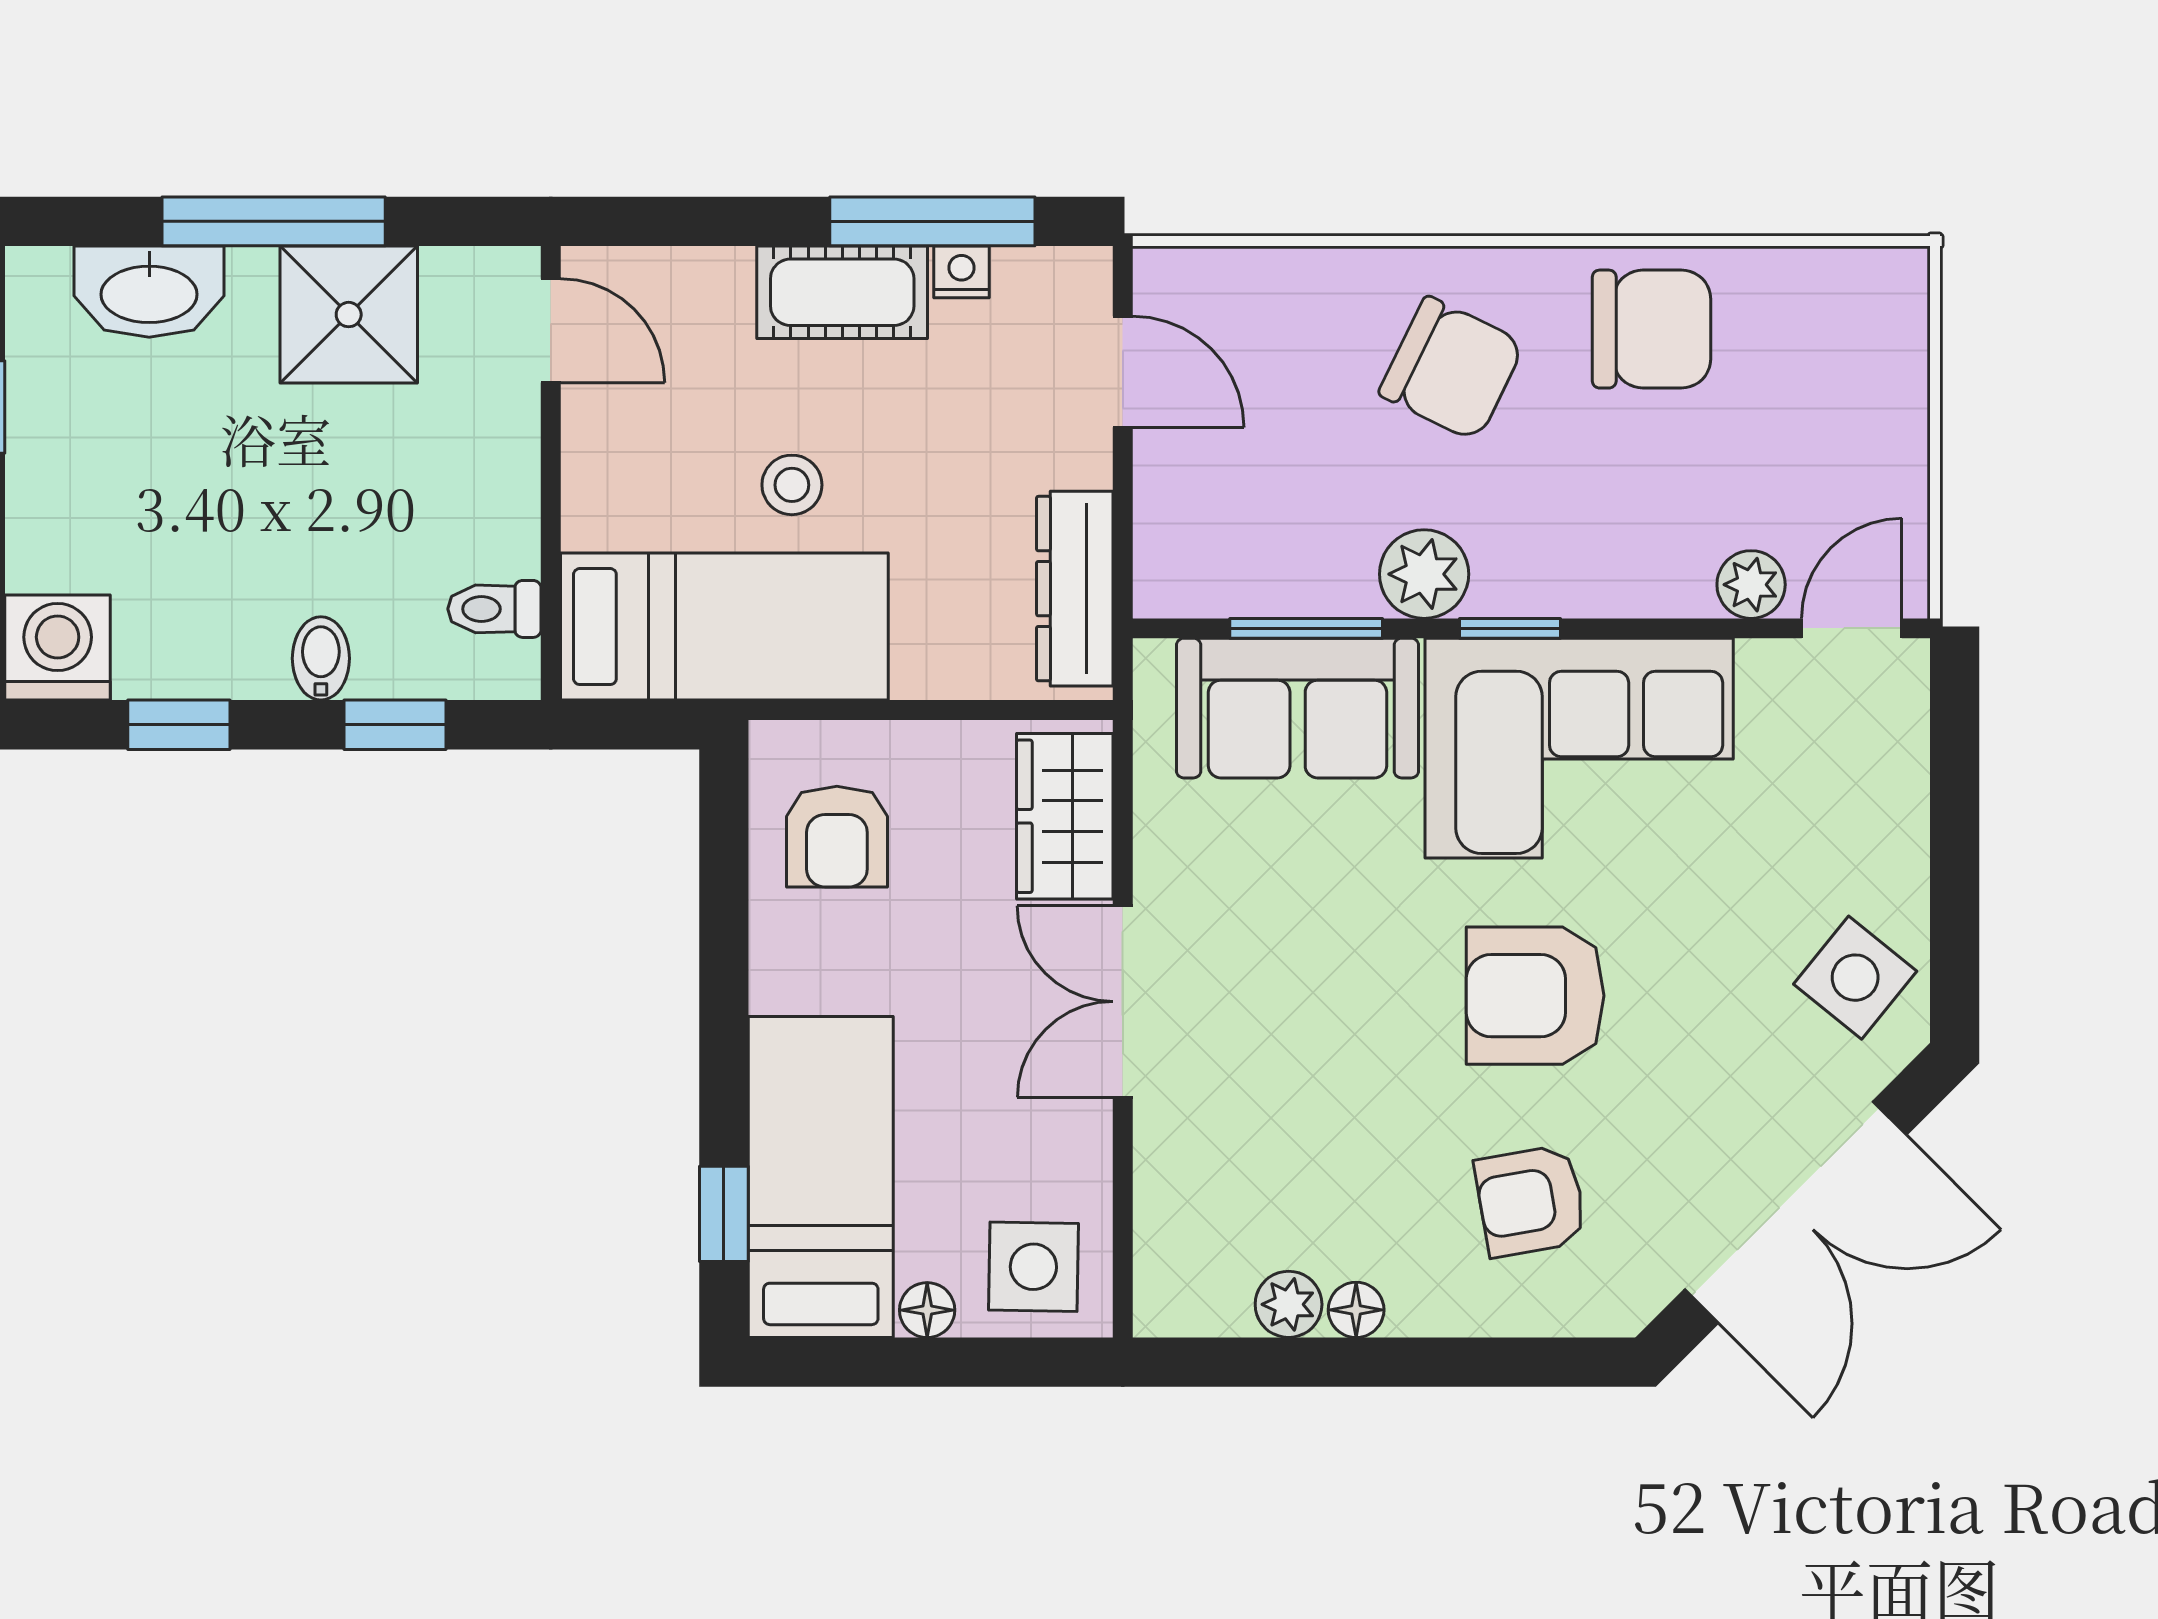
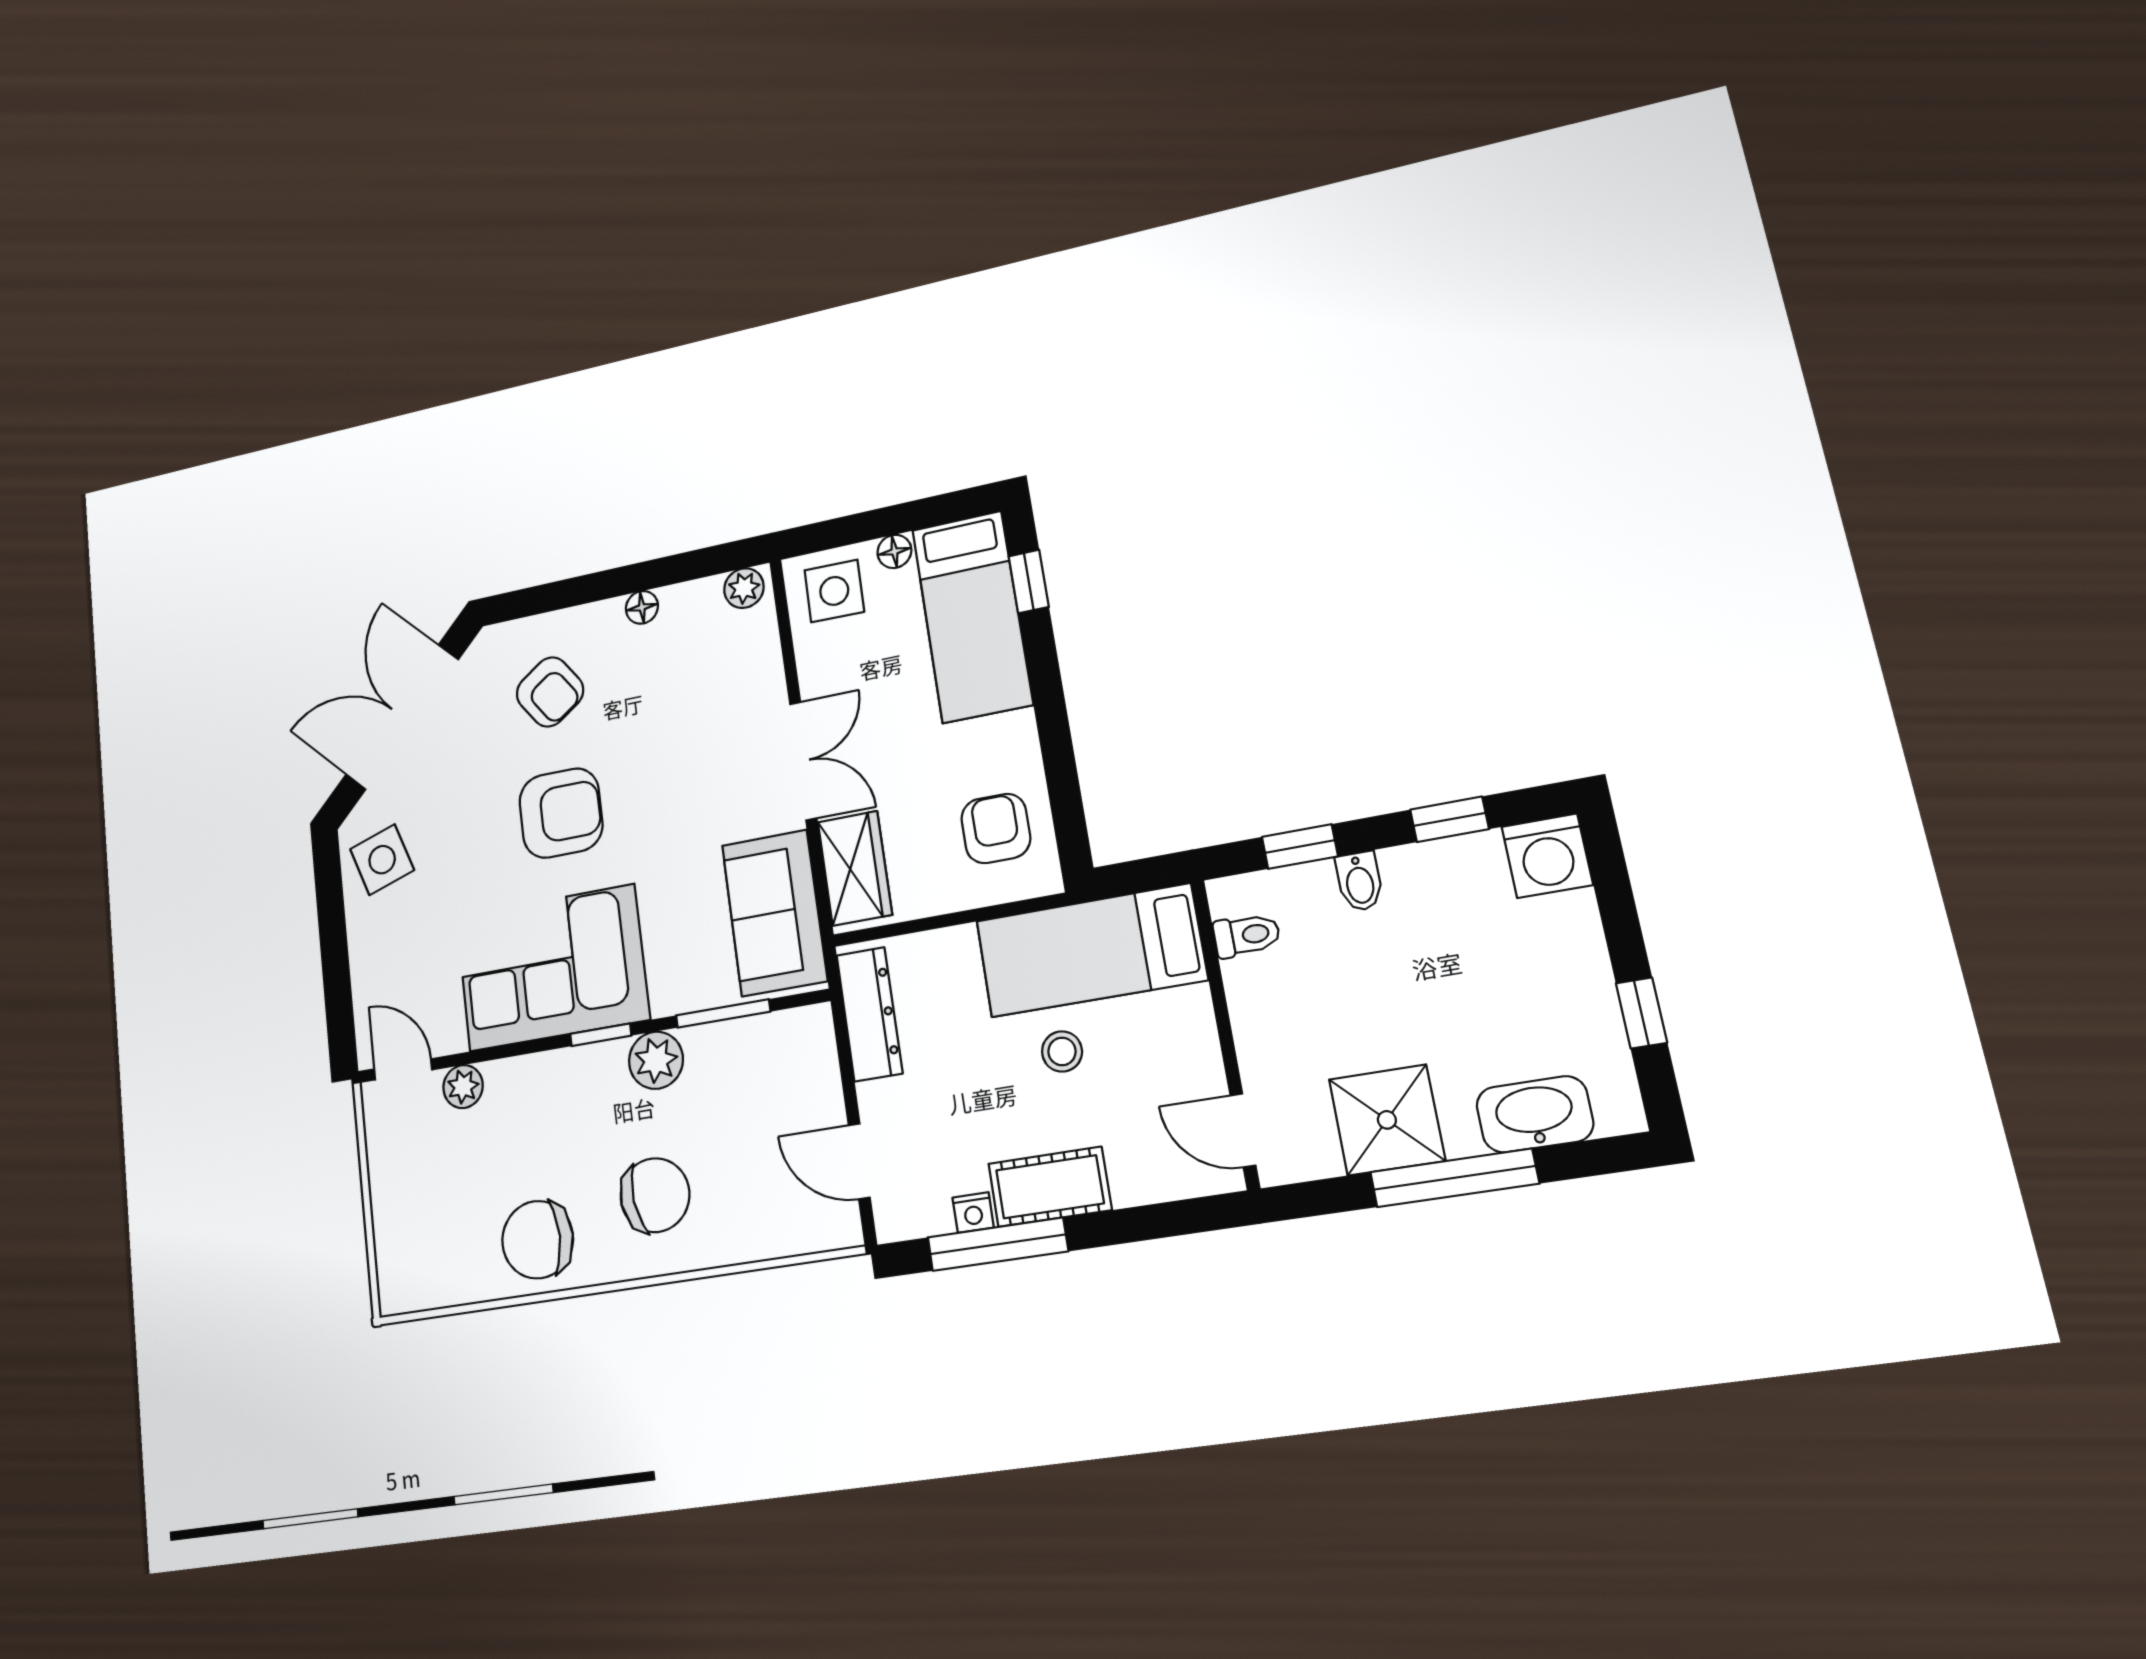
chair: (1452, 369) -> (655, 1195), turned 147
door: (1852, 628) -> (403, 1069), swing flipped
sofa: (1298, 708) -> (774, 913), moved, turned -90
side table: (1855, 978) -> (382, 860), turned 33
armchair: (1531, 1201) -> (550, 692), turned 65
plant: (1289, 1304) -> (744, 588), moved

